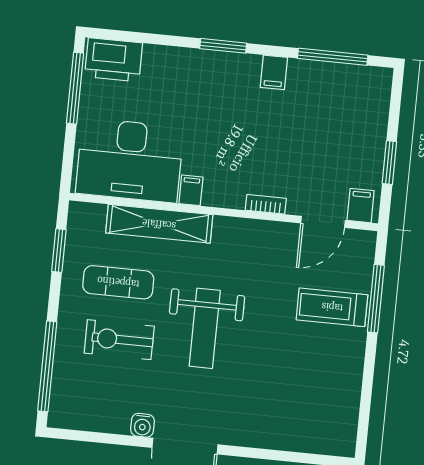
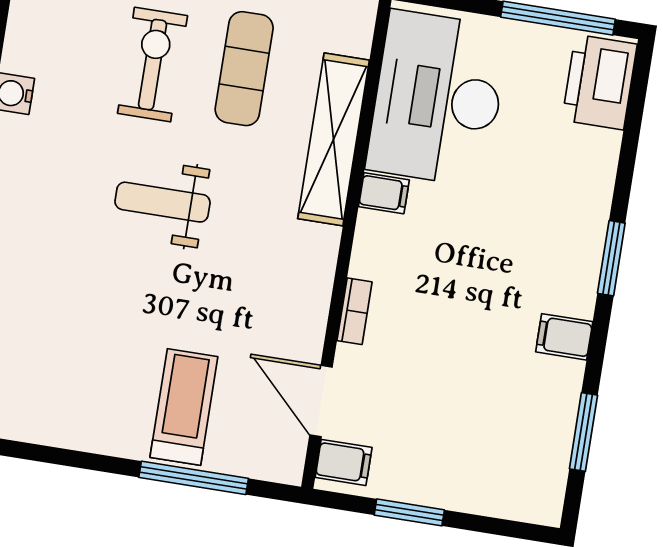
window: (333, 57) -> (583, 432), width x0.69
weight bench: (205, 328) -> (163, 202), width x0.73, depth x0.75

